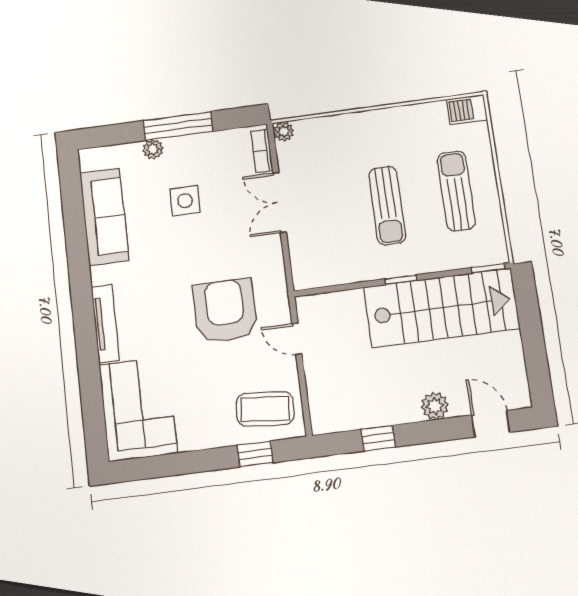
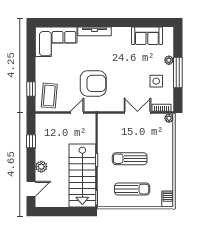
side table: (185, 201) -> (156, 81), moved
sofa: (104, 217) -> (147, 36), width x0.73

